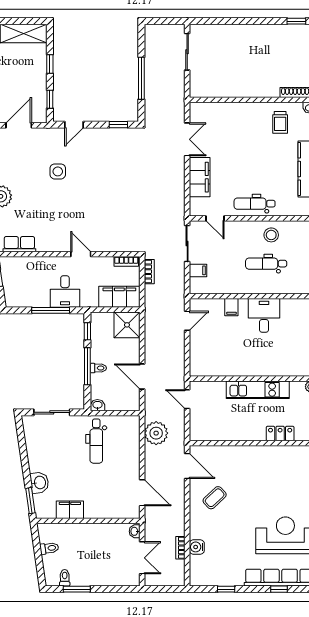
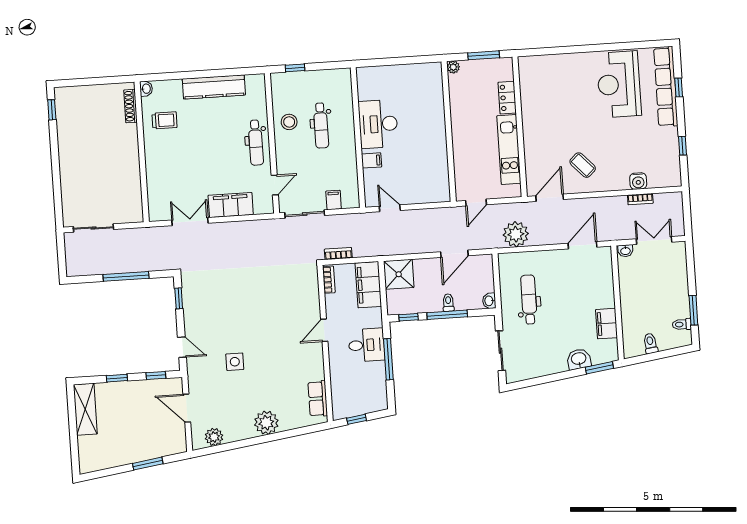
desk: (264, 315) -> (378, 124), width x1.37
kitchen unit: (258, 390) -> (509, 149), moved, turned 180
dental chair: (96, 441) -> (529, 300), turned -90

